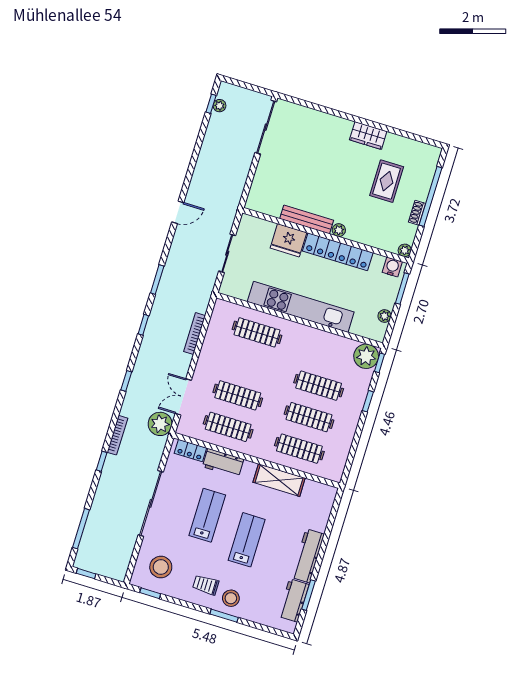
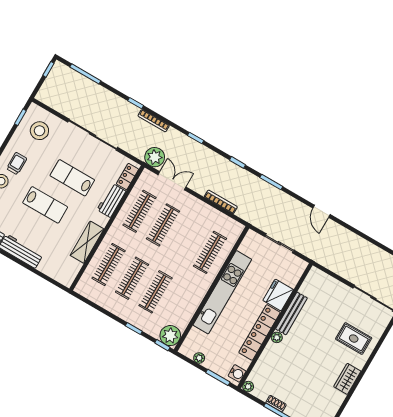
rug: (387, 181) -> (354, 339), moved
lab bench: (207, 515) -> (72, 178), turned 180

